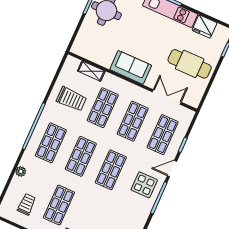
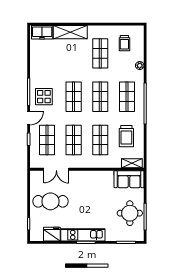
sofa: (131, 67) -> (129, 179), moved
shelving: (91, 71) -> (132, 163), moved
trolley: (71, 99) -> (126, 136), turned -90

